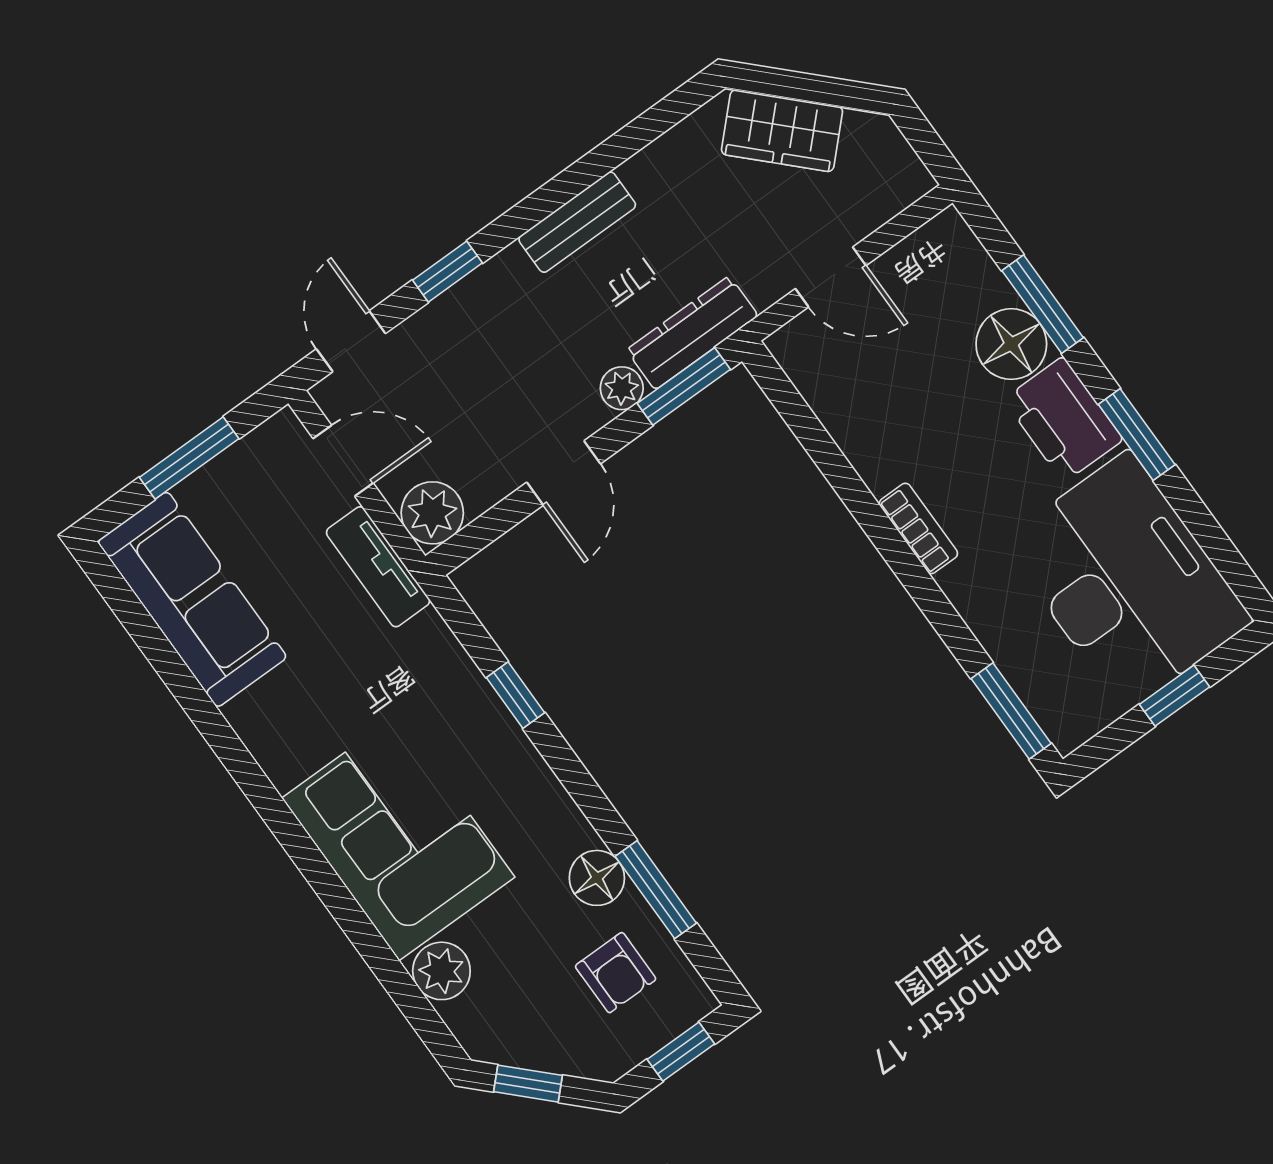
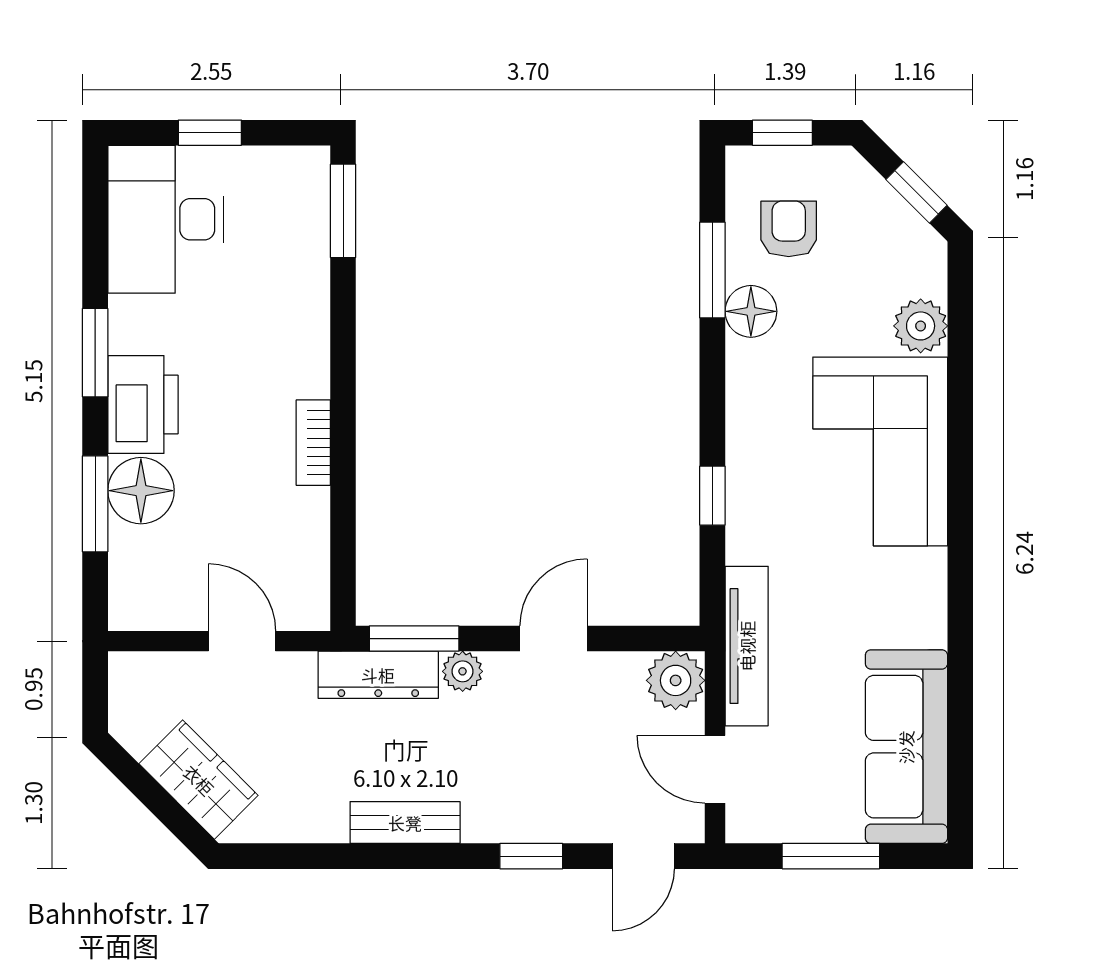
bookcase: (918, 528) -> (313, 443), moved
tv unit: (378, 567) -> (747, 646), width x1.41
desk: (1127, 581) -> (166, 219), width x0.73, depth x0.77

